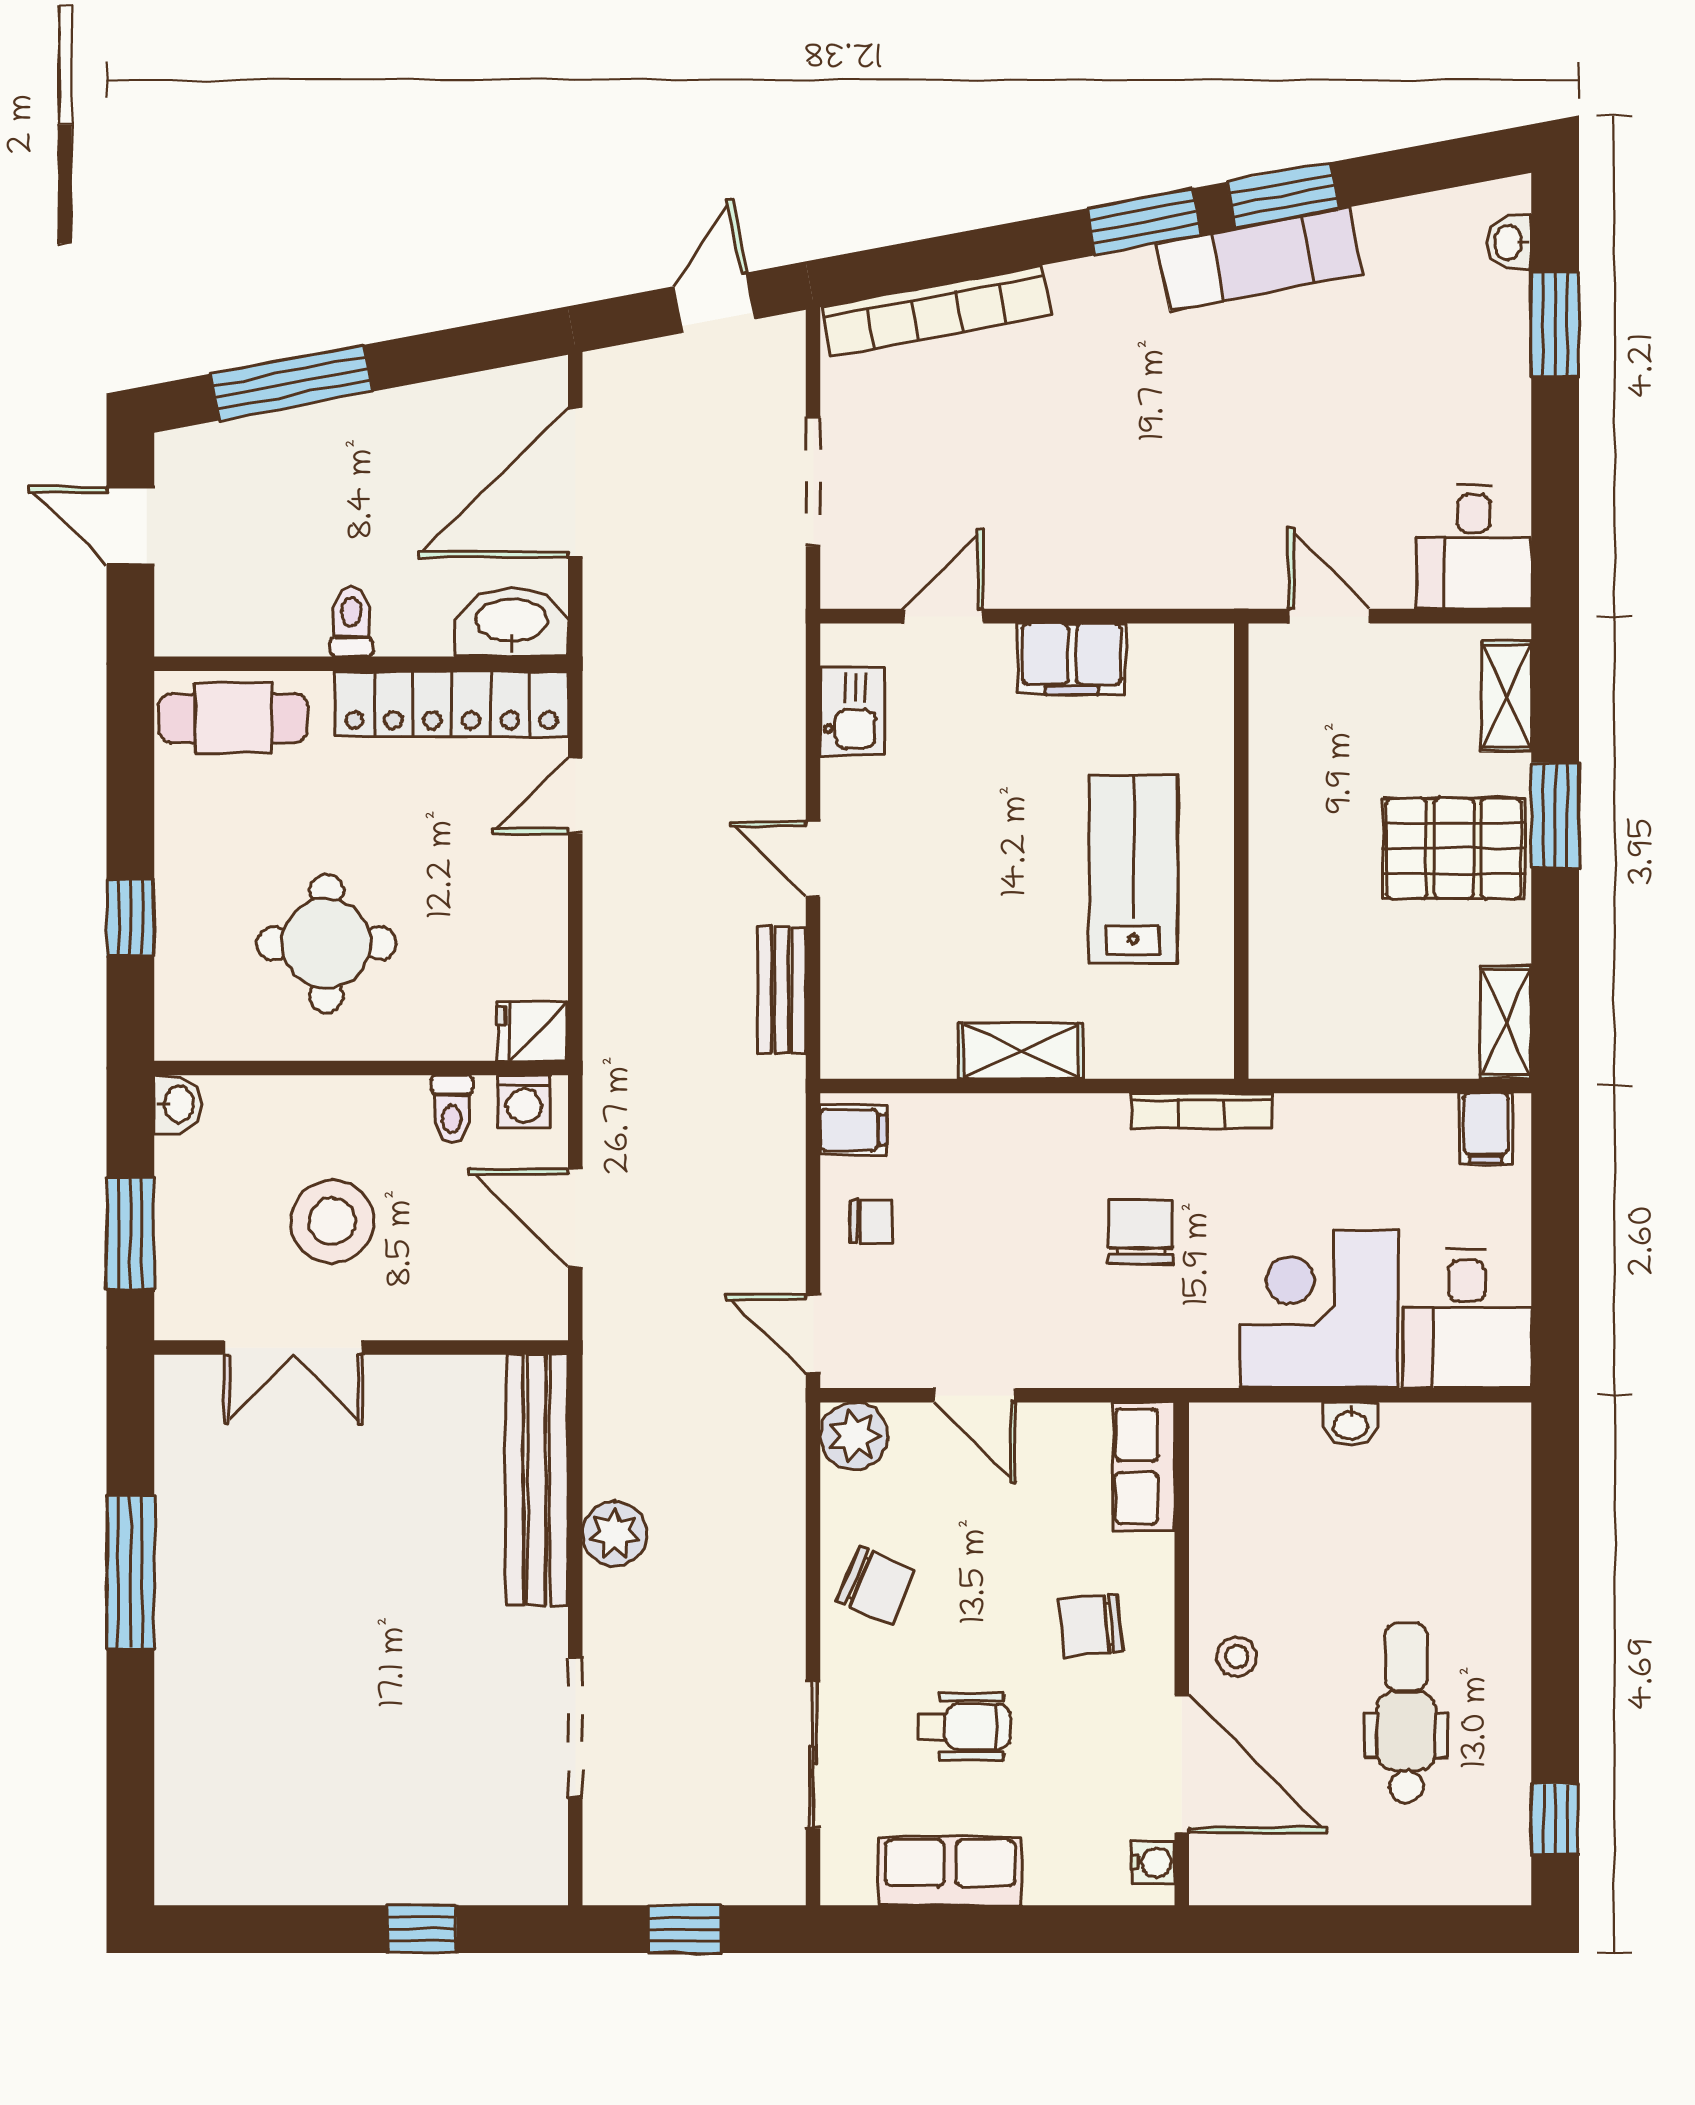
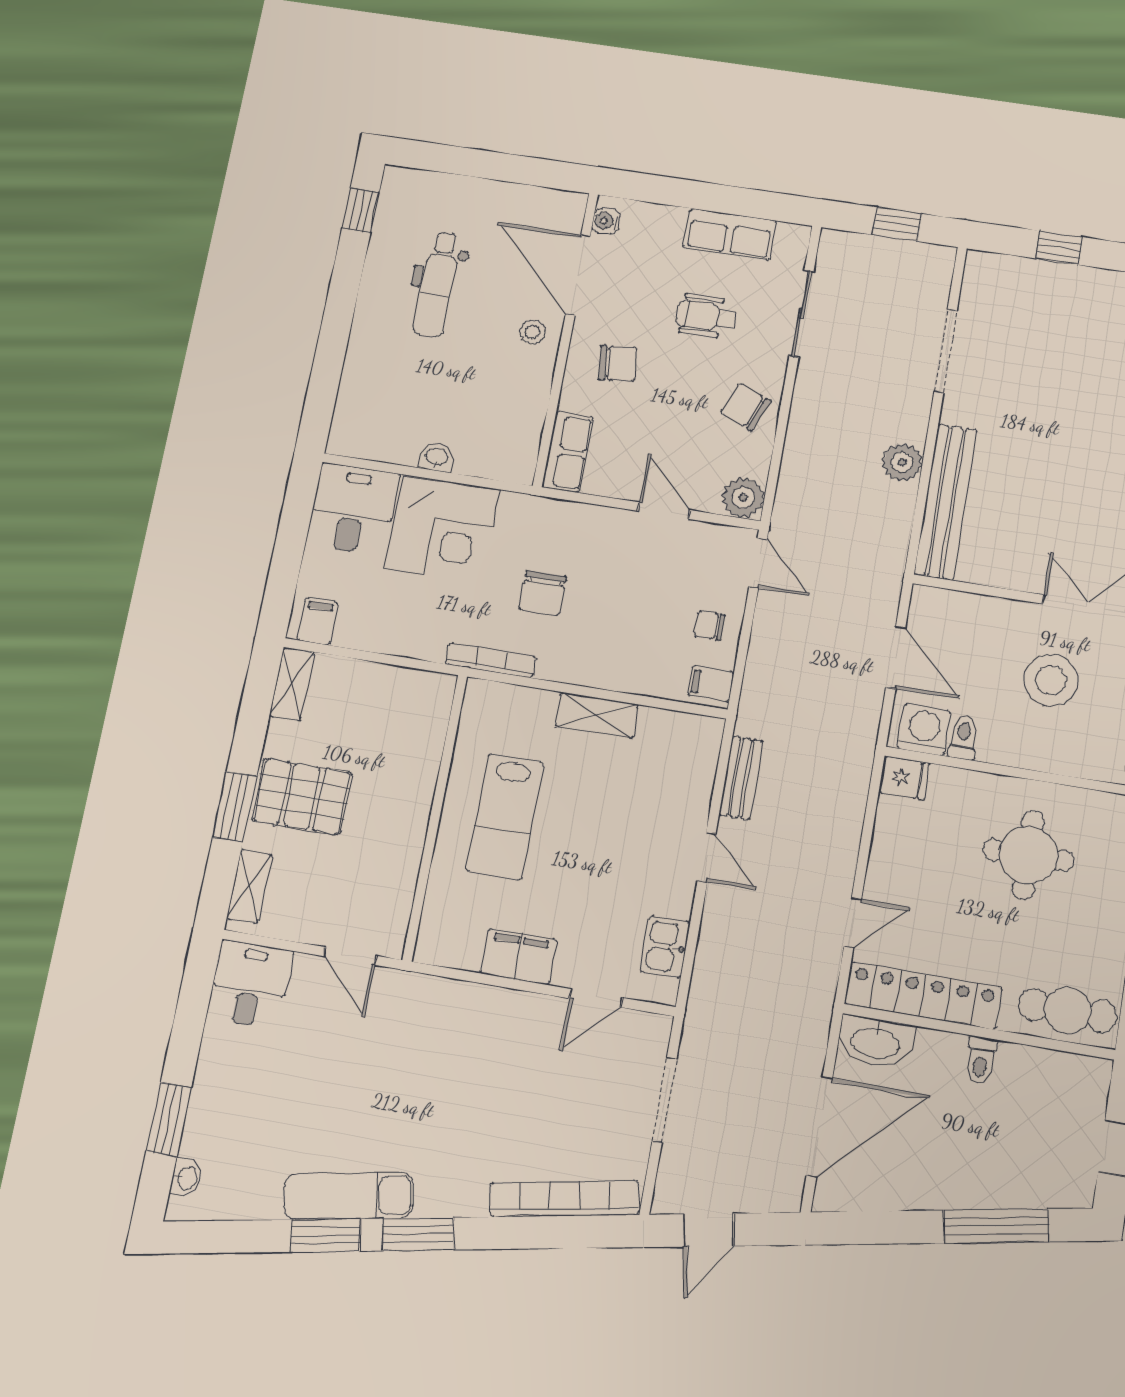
washing machine: (524, 1102) -> (924, 730), width x1.38, depth x1.38

